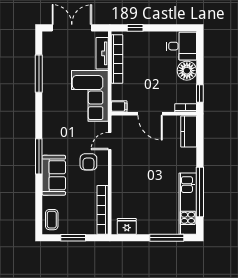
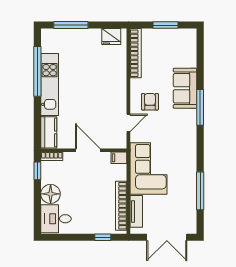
kitchen unit: (188, 204) -> (50, 84), moved
coffee table: (52, 220) -> (187, 43), removed

